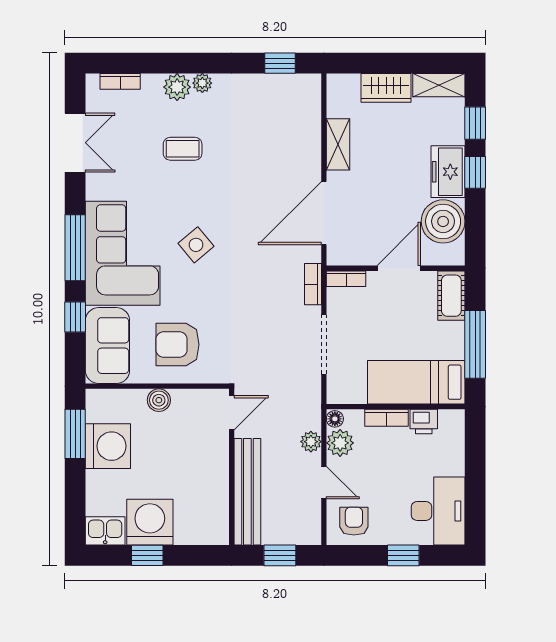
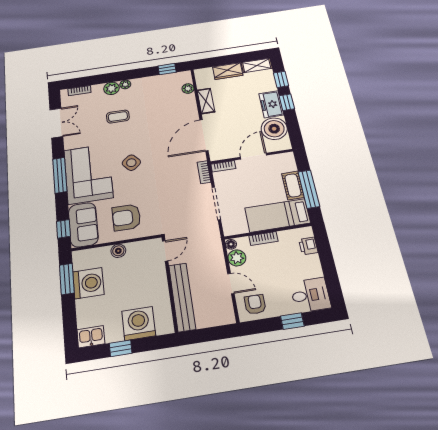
cot: (451, 296) -> (293, 185), moved
window: (75, 317) -> (63, 229), moved
printer: (424, 422) -> (308, 246), moved, turned 90
plant: (311, 442) -> (188, 89), moved
desk: (438, 511) -> (310, 295), width x0.73
washing machine: (150, 522) -> (139, 323), moved
window: (280, 555) -> (210, 334), removed

